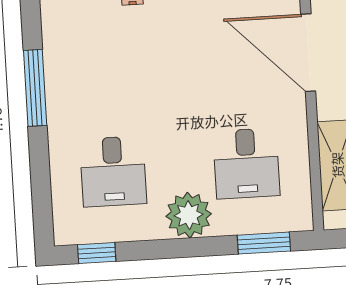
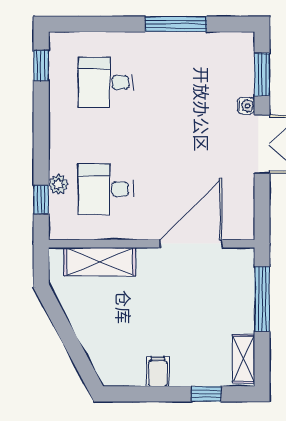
plant: (189, 215) -> (58, 184), moved, width x0.53, depth x0.53
window: (264, 243) -> (41, 199), width x0.67

